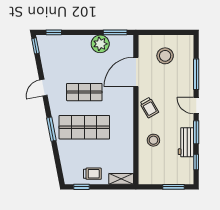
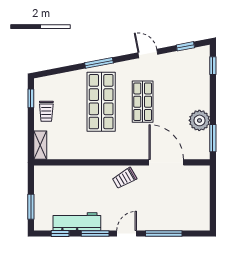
window: (35, 46) -> (185, 46), moved
stool: (165, 56) -> (185, 197), removed
stool: (153, 140) -> (86, 183), removed
workbench: (186, 142) -> (77, 222), width x1.38

